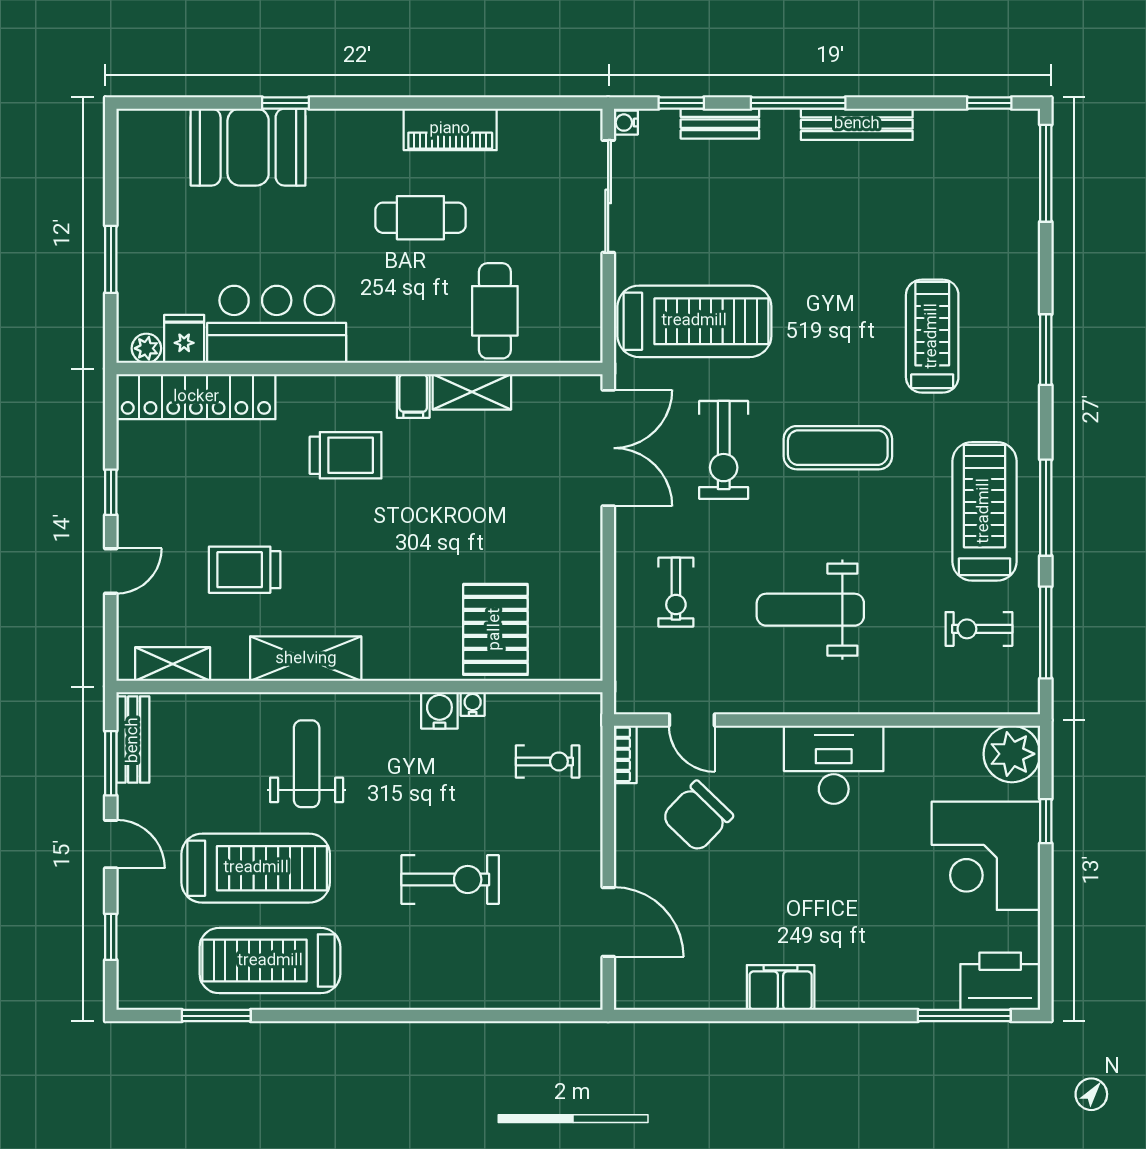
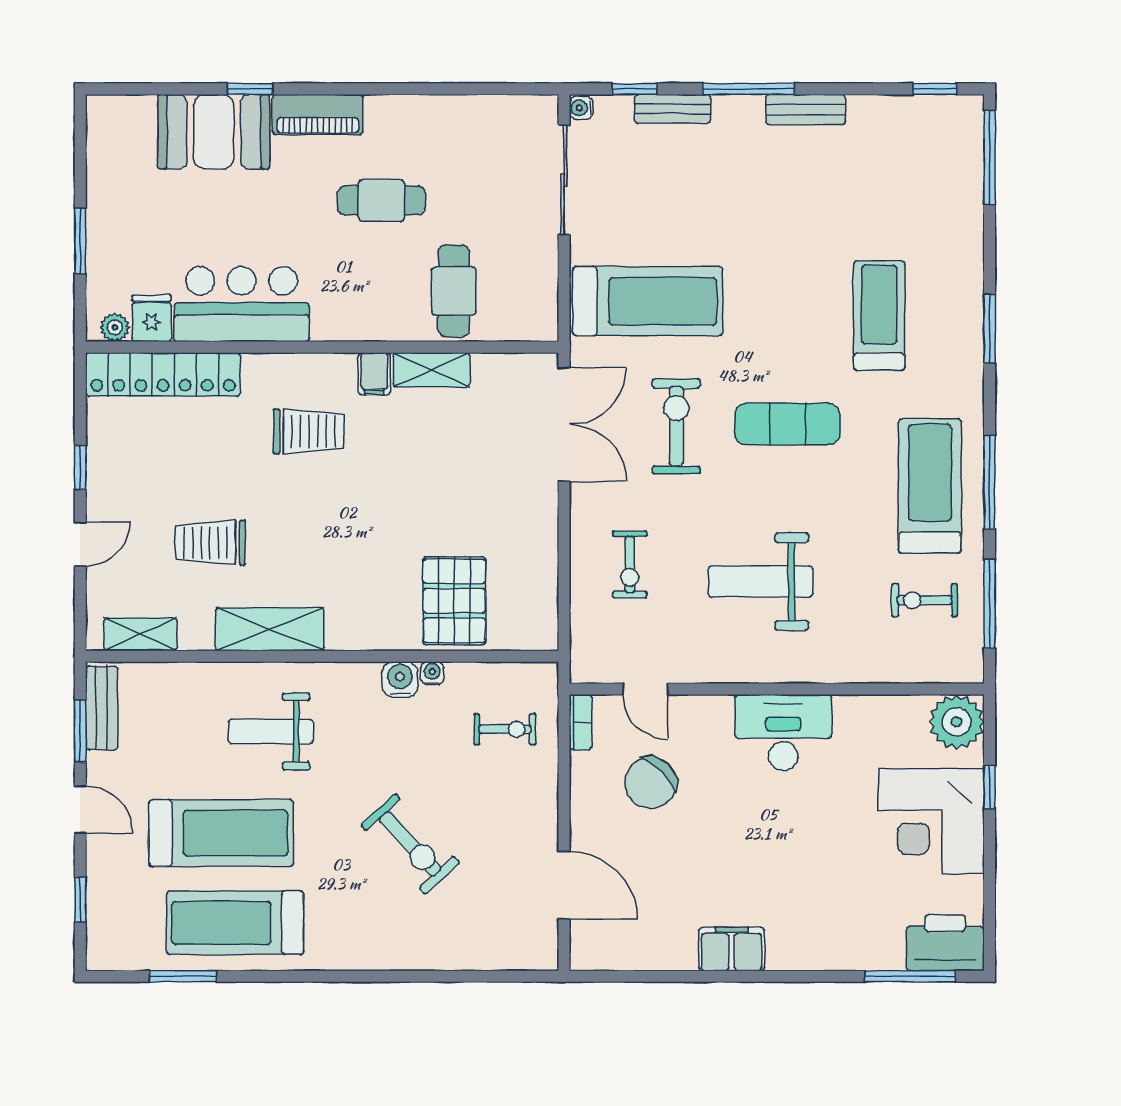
bench: (857, 124) -> (806, 110), width x0.73
piano: (450, 129) -> (318, 115), moved
exercise bike: (724, 450) -> (676, 426), turned 180
weight bench: (307, 764) -> (271, 731), turned -90
exercise bike: (450, 879) -> (410, 844), turned 47

